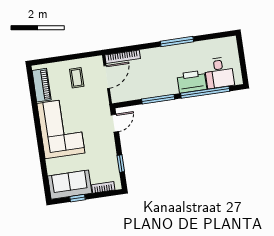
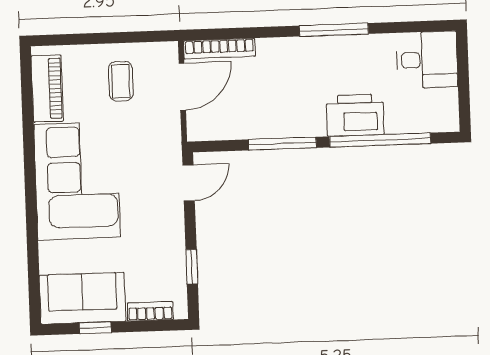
desk: (219, 73) -> (427, 60), moved, turned -90

